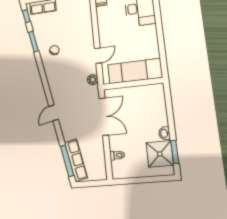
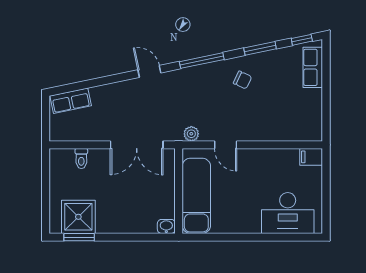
washbasin: (164, 133) -> (166, 226), moved
row of seats: (76, 160) -> (71, 101), width x0.68
window: (67, 161) -> (202, 61), moved

